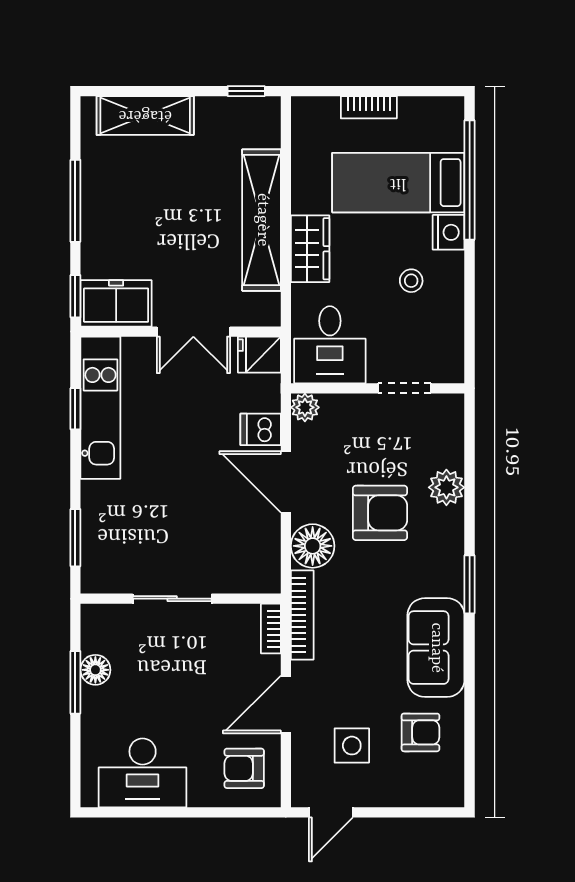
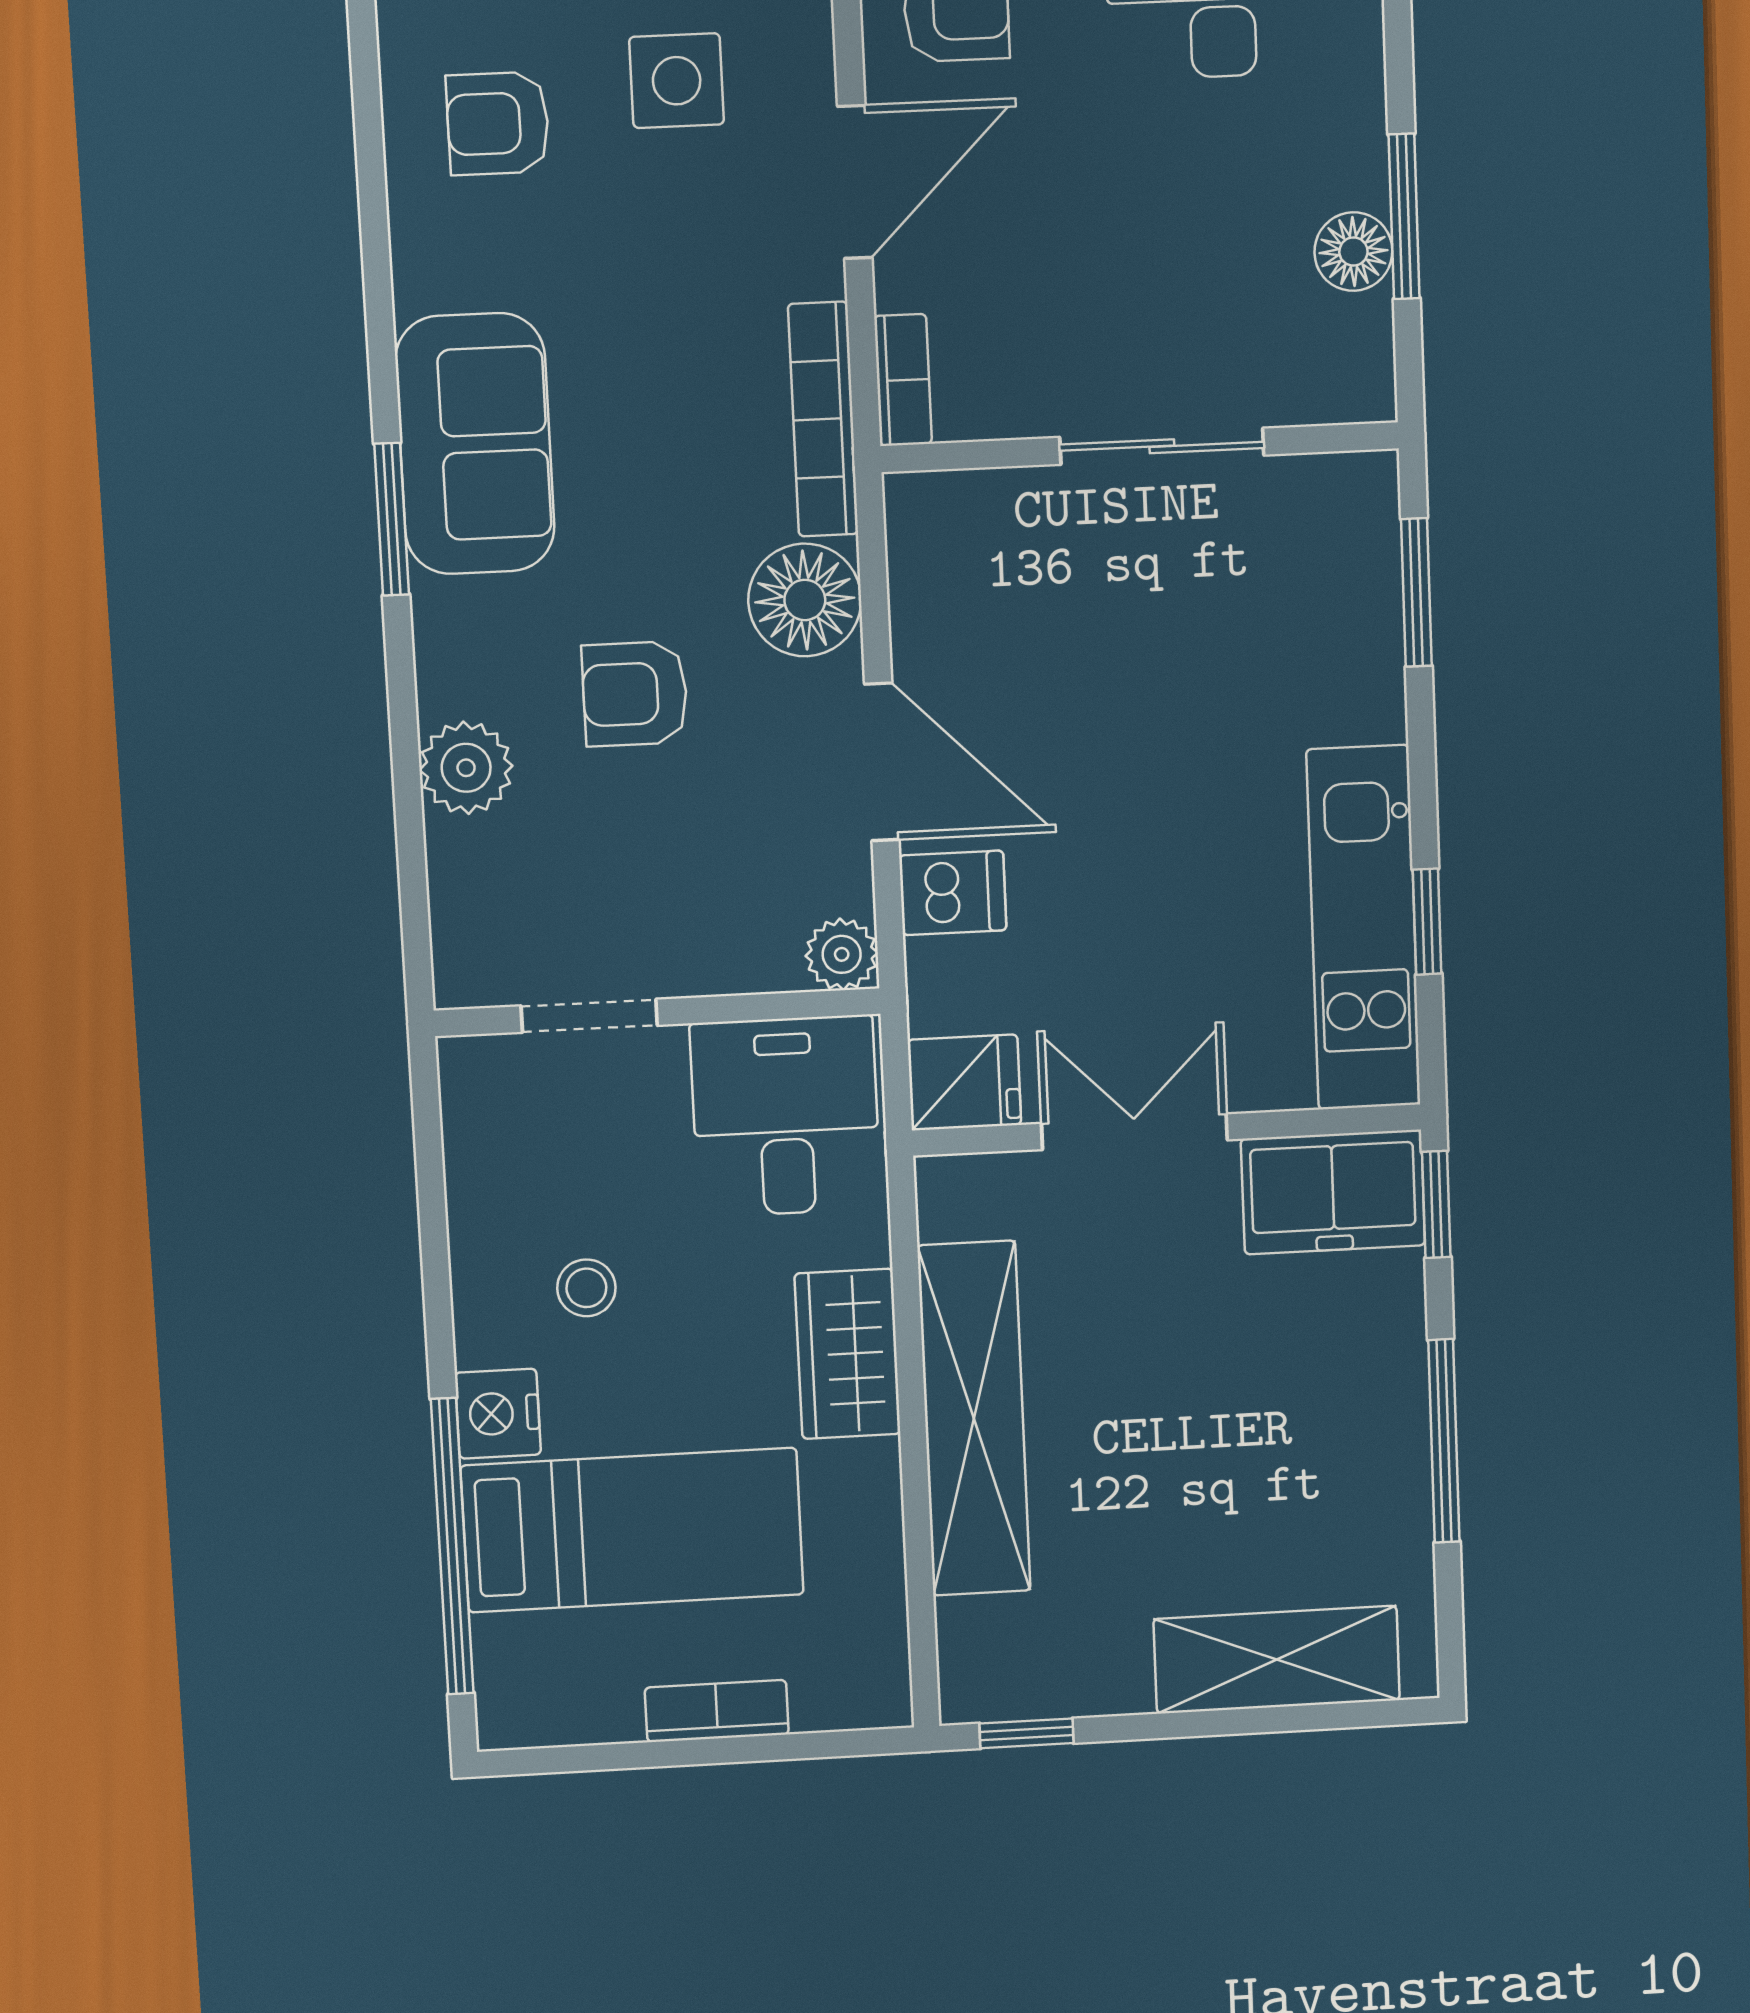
armchair: (380, 513) -> (635, 694), width x0.72, depth x0.72
sofa: (436, 648) -> (475, 444), moved

